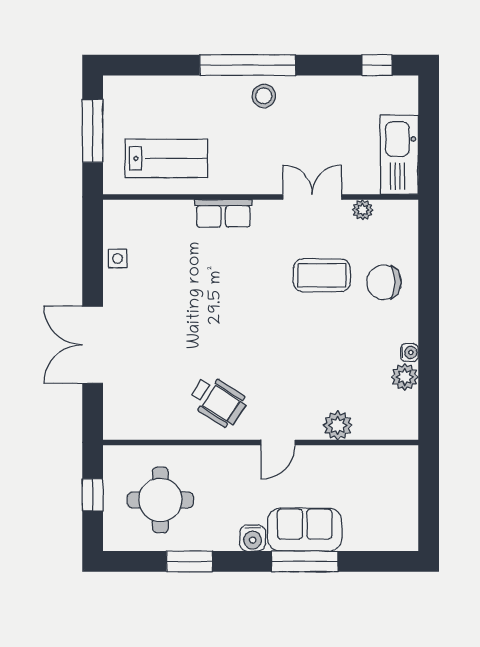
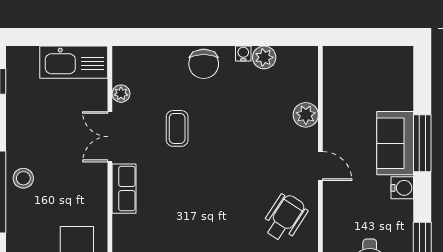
row of seats: (223, 213) -> (124, 189), moved
coffee table: (322, 275) -> (177, 128), width x0.73, depth x0.77
chair: (384, 282) -> (204, 64), moved

